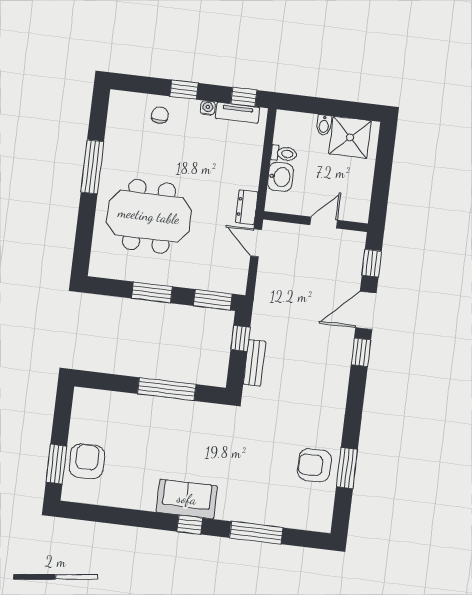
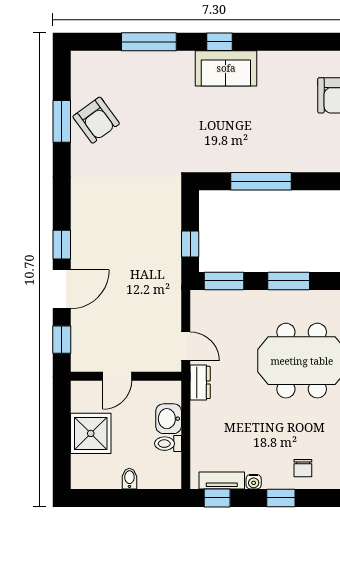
shower: (350, 137) -> (91, 433), moved
bench: (254, 363) -> (172, 220), removed
armchair: (314, 465) -> (96, 120), turned 54

